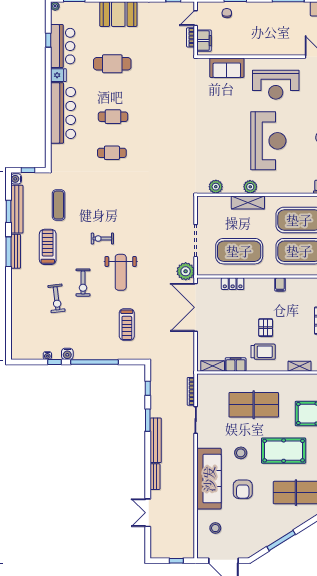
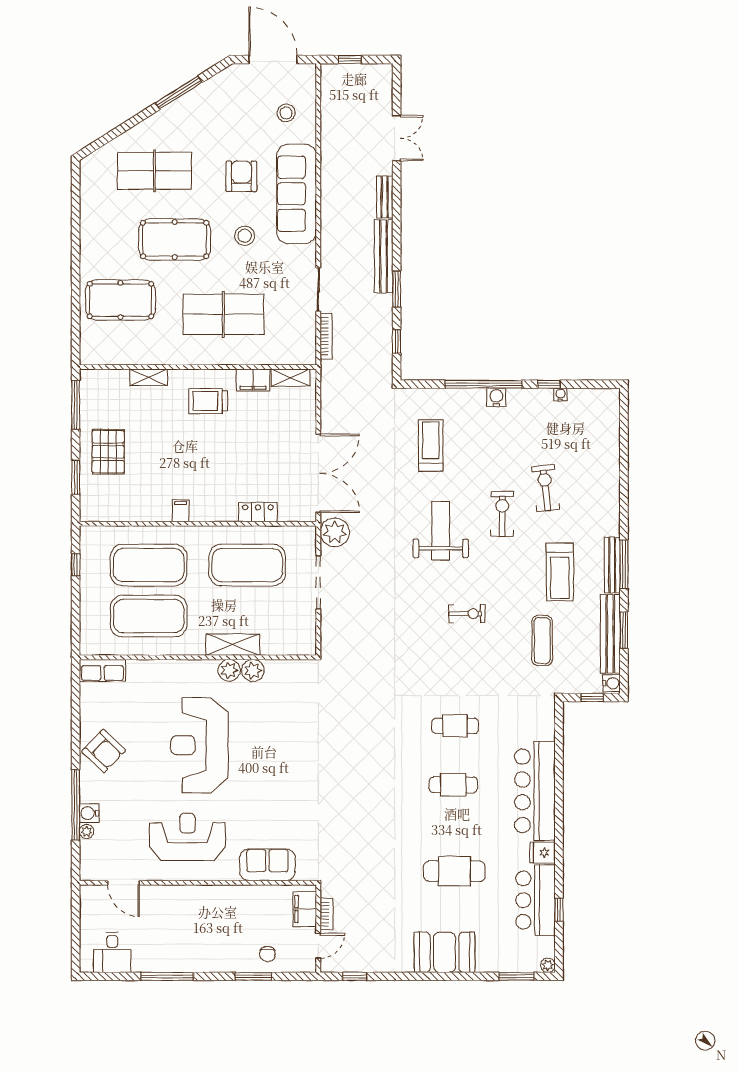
plant: (216, 187) -> (253, 671), moved
exercise bike: (102, 239) -> (467, 614), moved
pallet: (266, 328) -> (204, 440), removed
water cooler: (67, 354) -> (496, 397), moved

